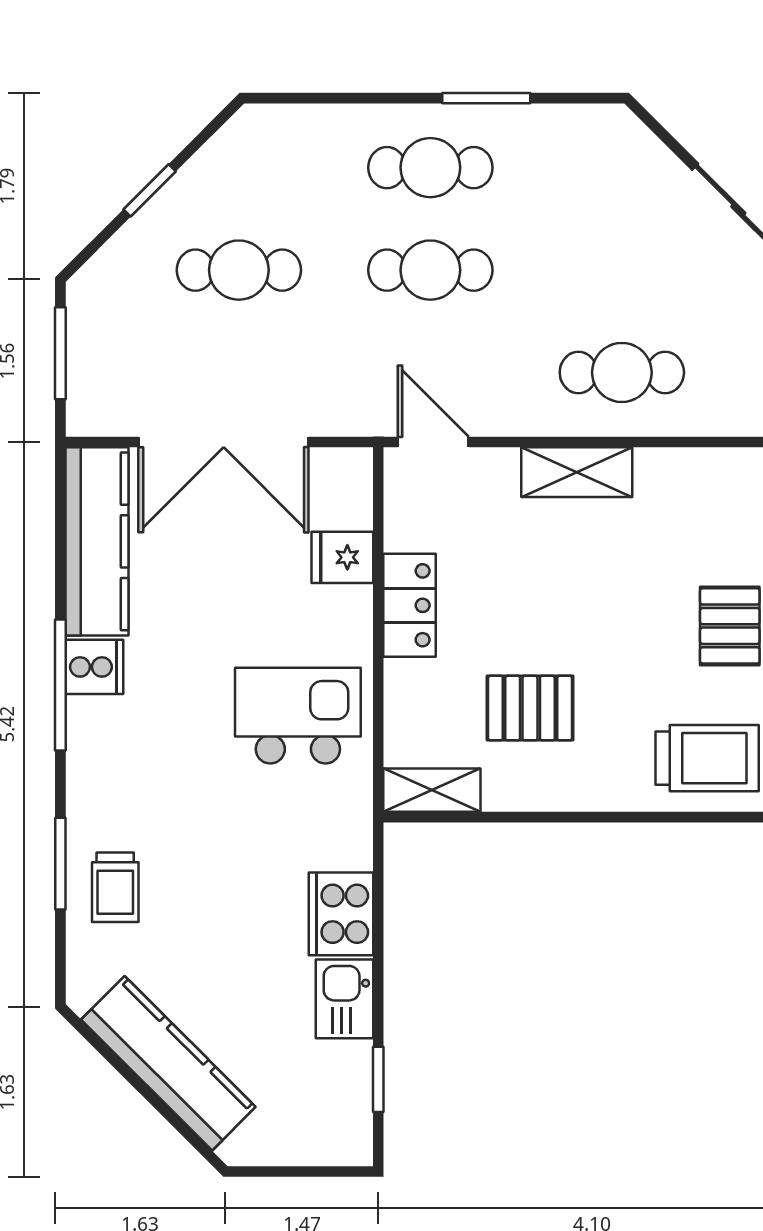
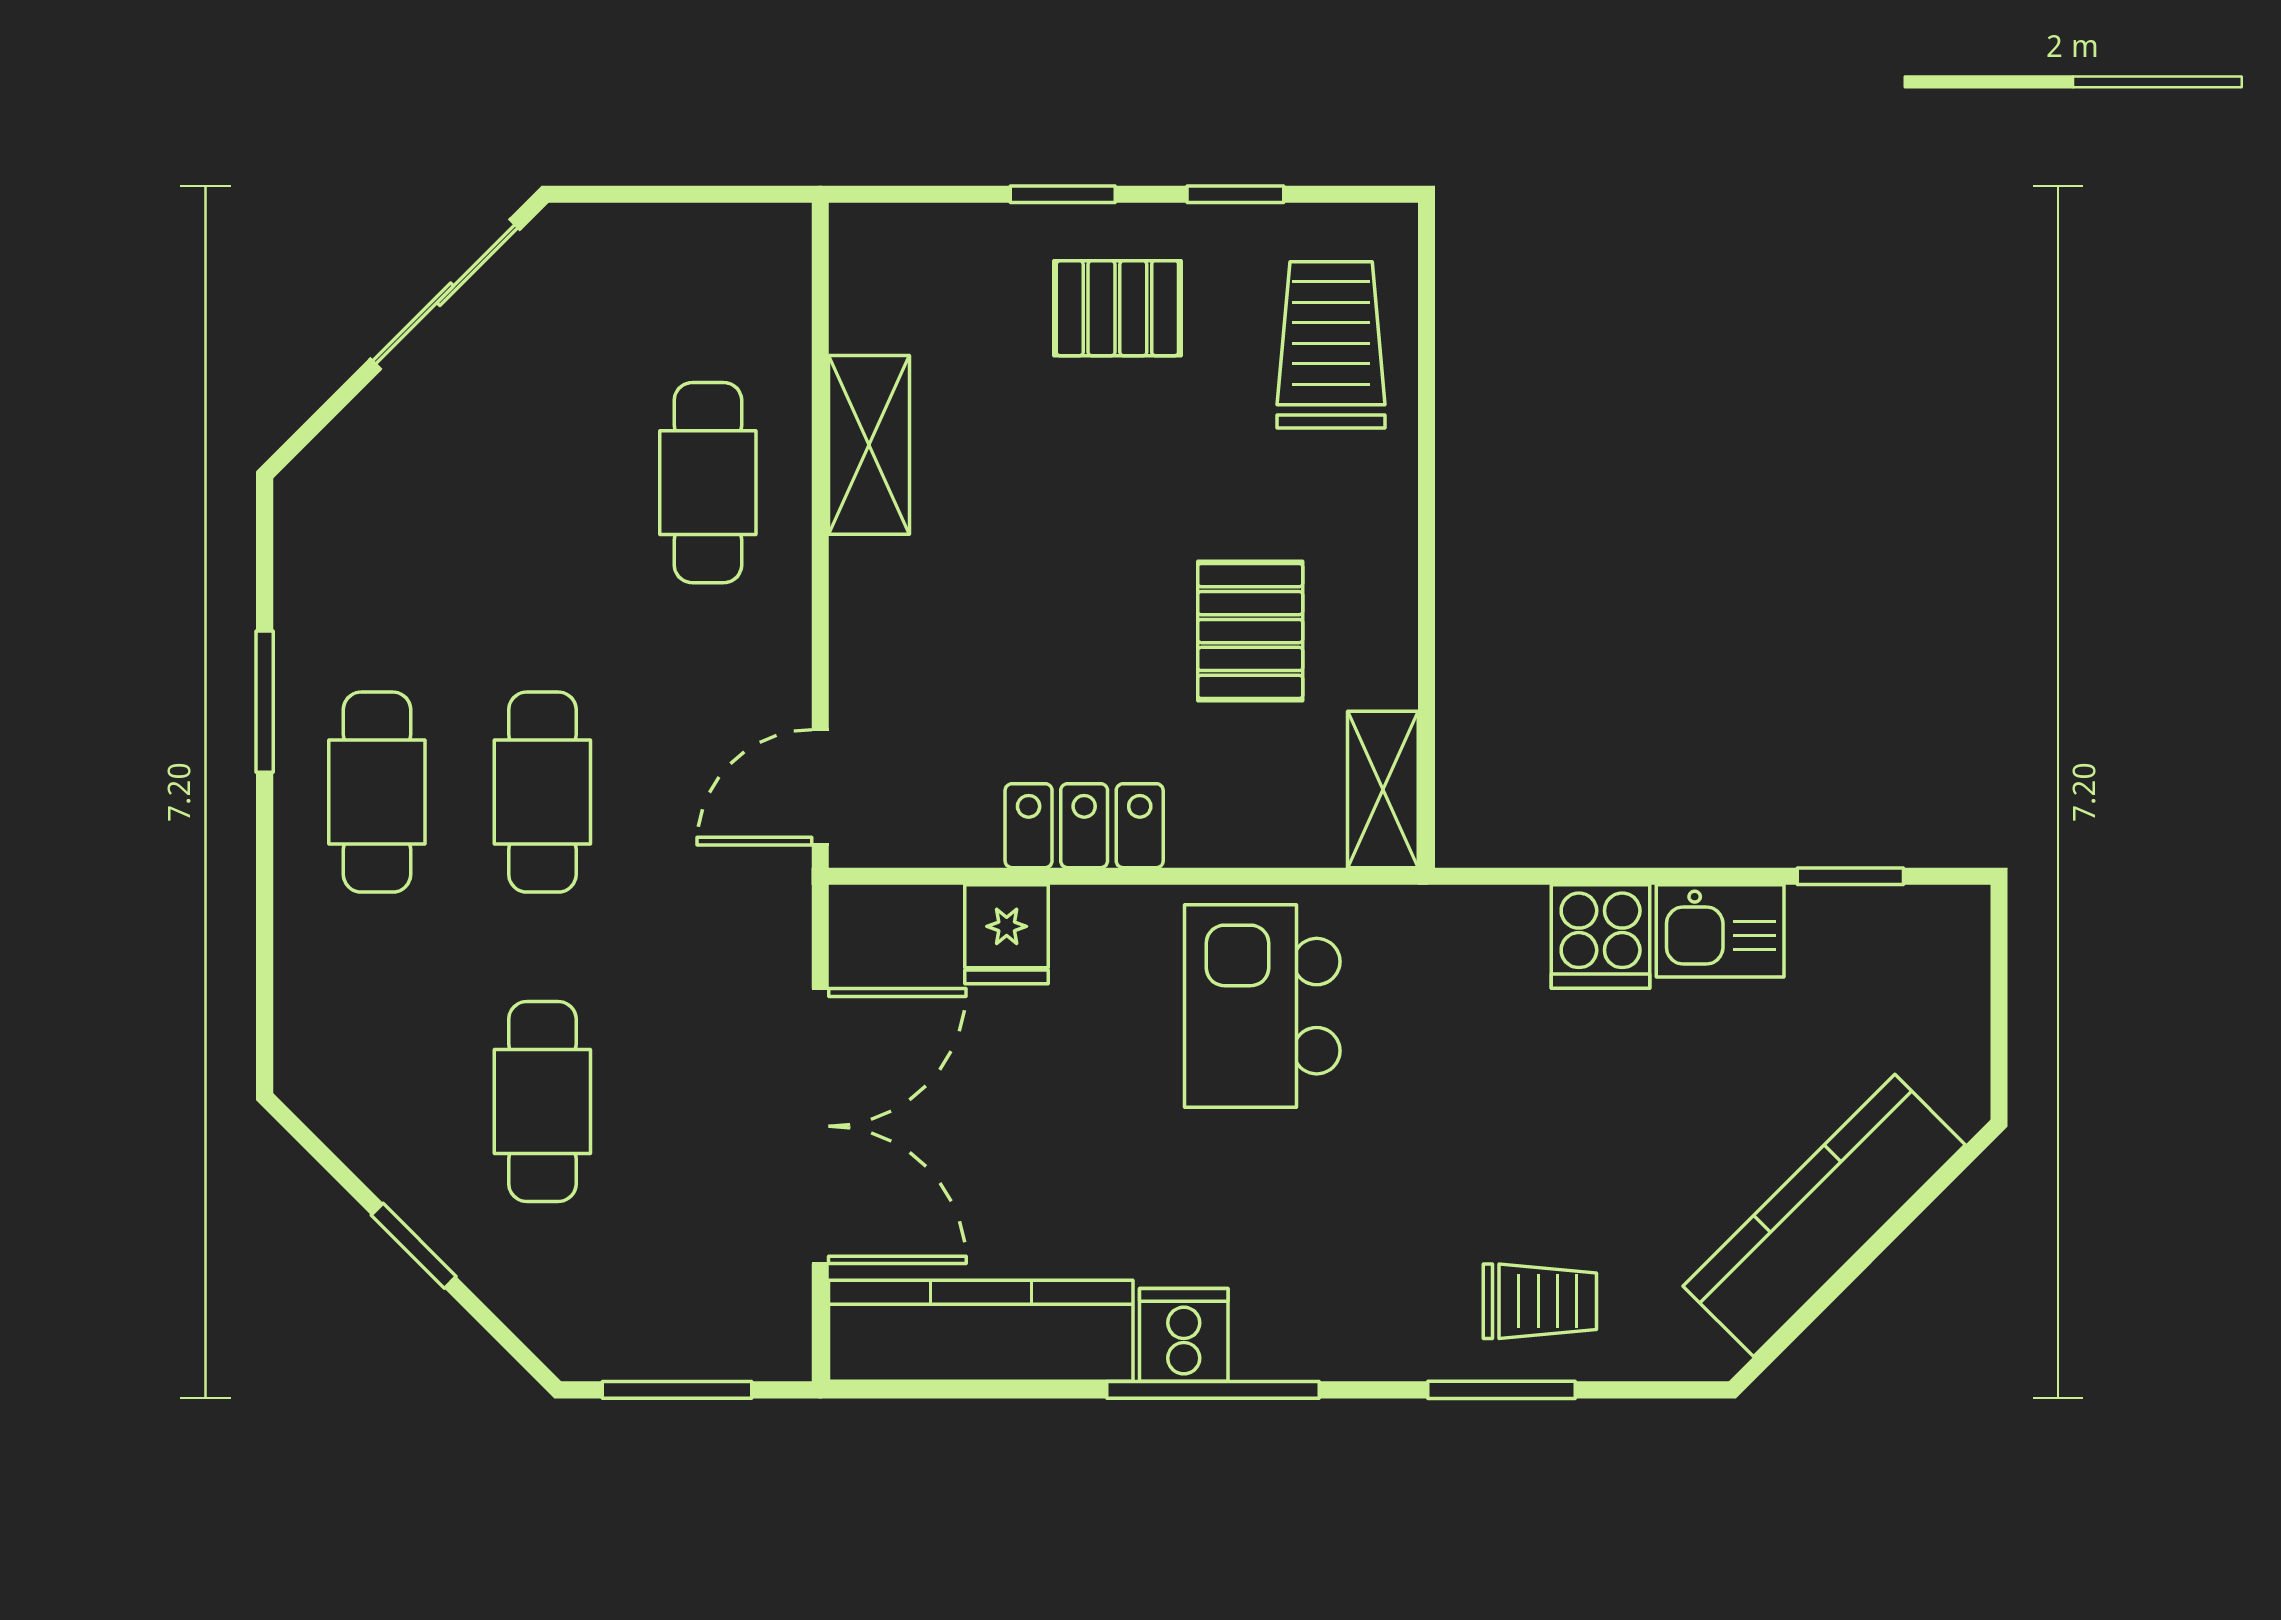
shelving: (577, 472) -> (869, 445), moved
cooker: (341, 914) -> (1601, 937), width x0.73

